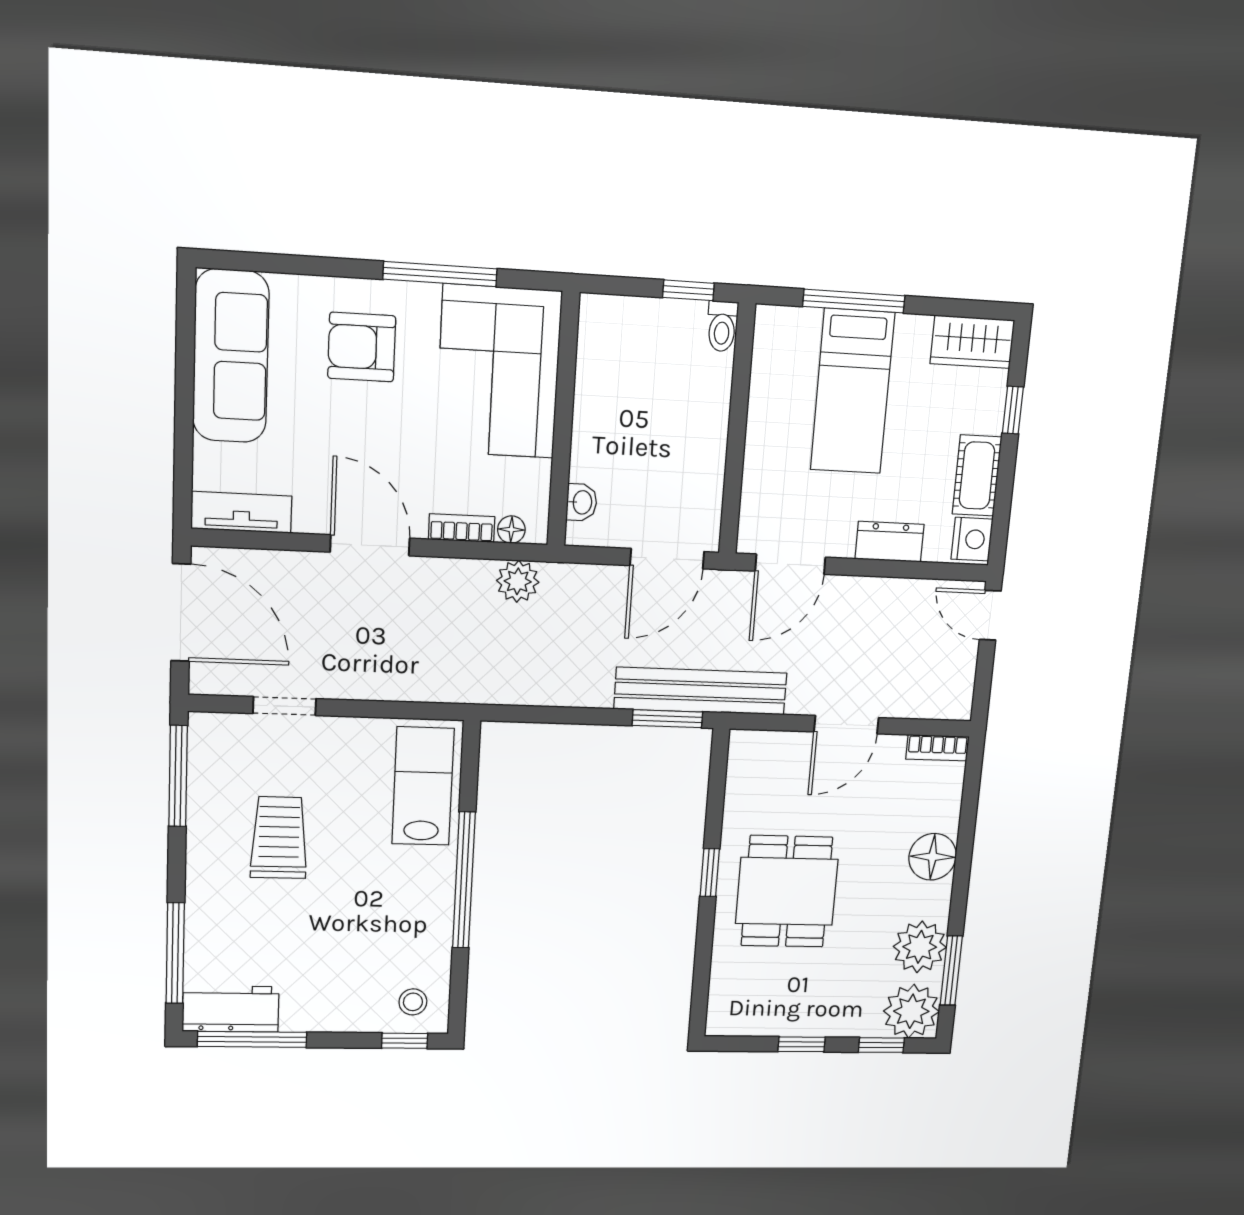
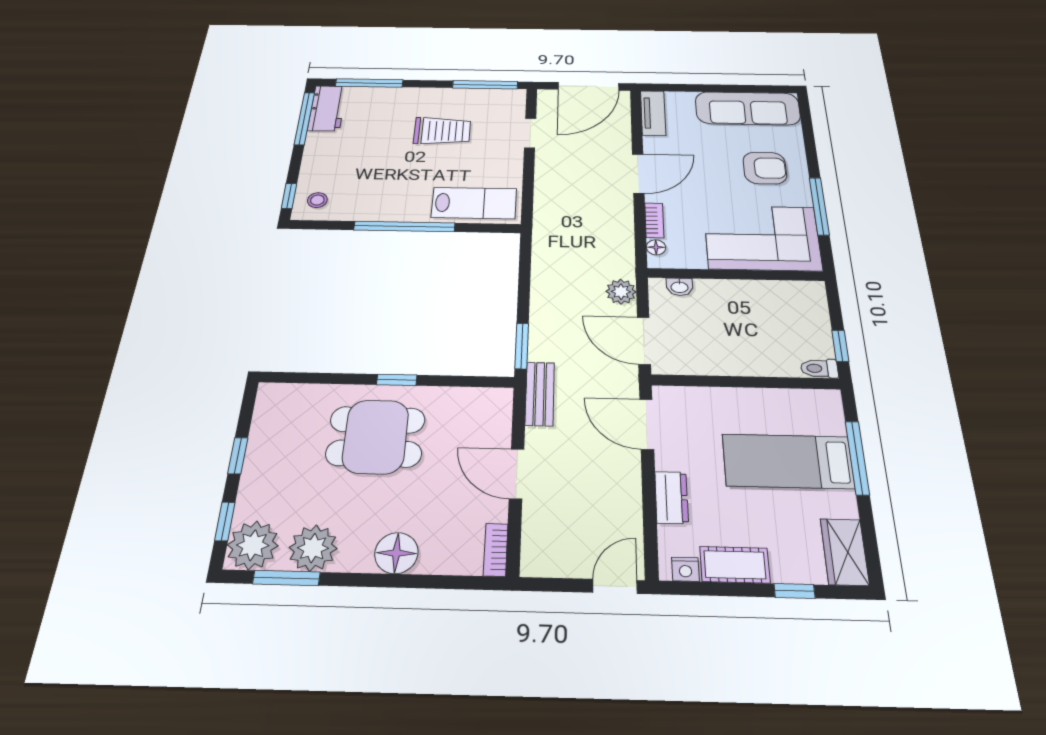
armchair: (362, 347) -> (765, 168), turned 90
nightstand: (972, 539) -> (685, 569), width x0.72, depth x0.74
plant: (518, 581) -> (621, 292), moved
bench: (701, 691) -> (540, 394), width x0.54, depth x0.82

